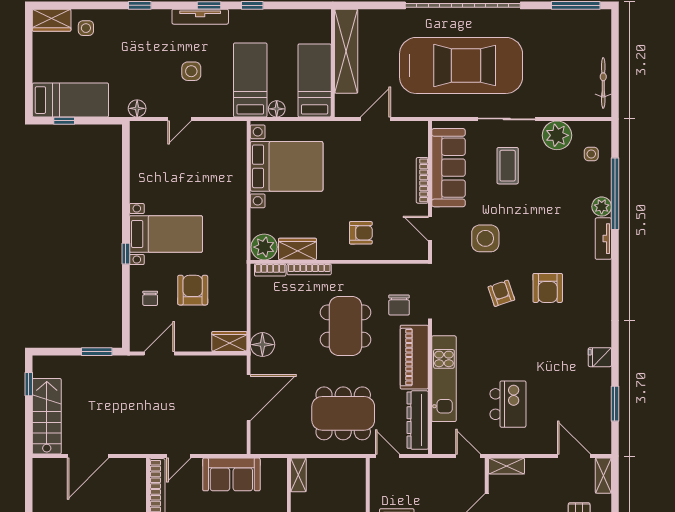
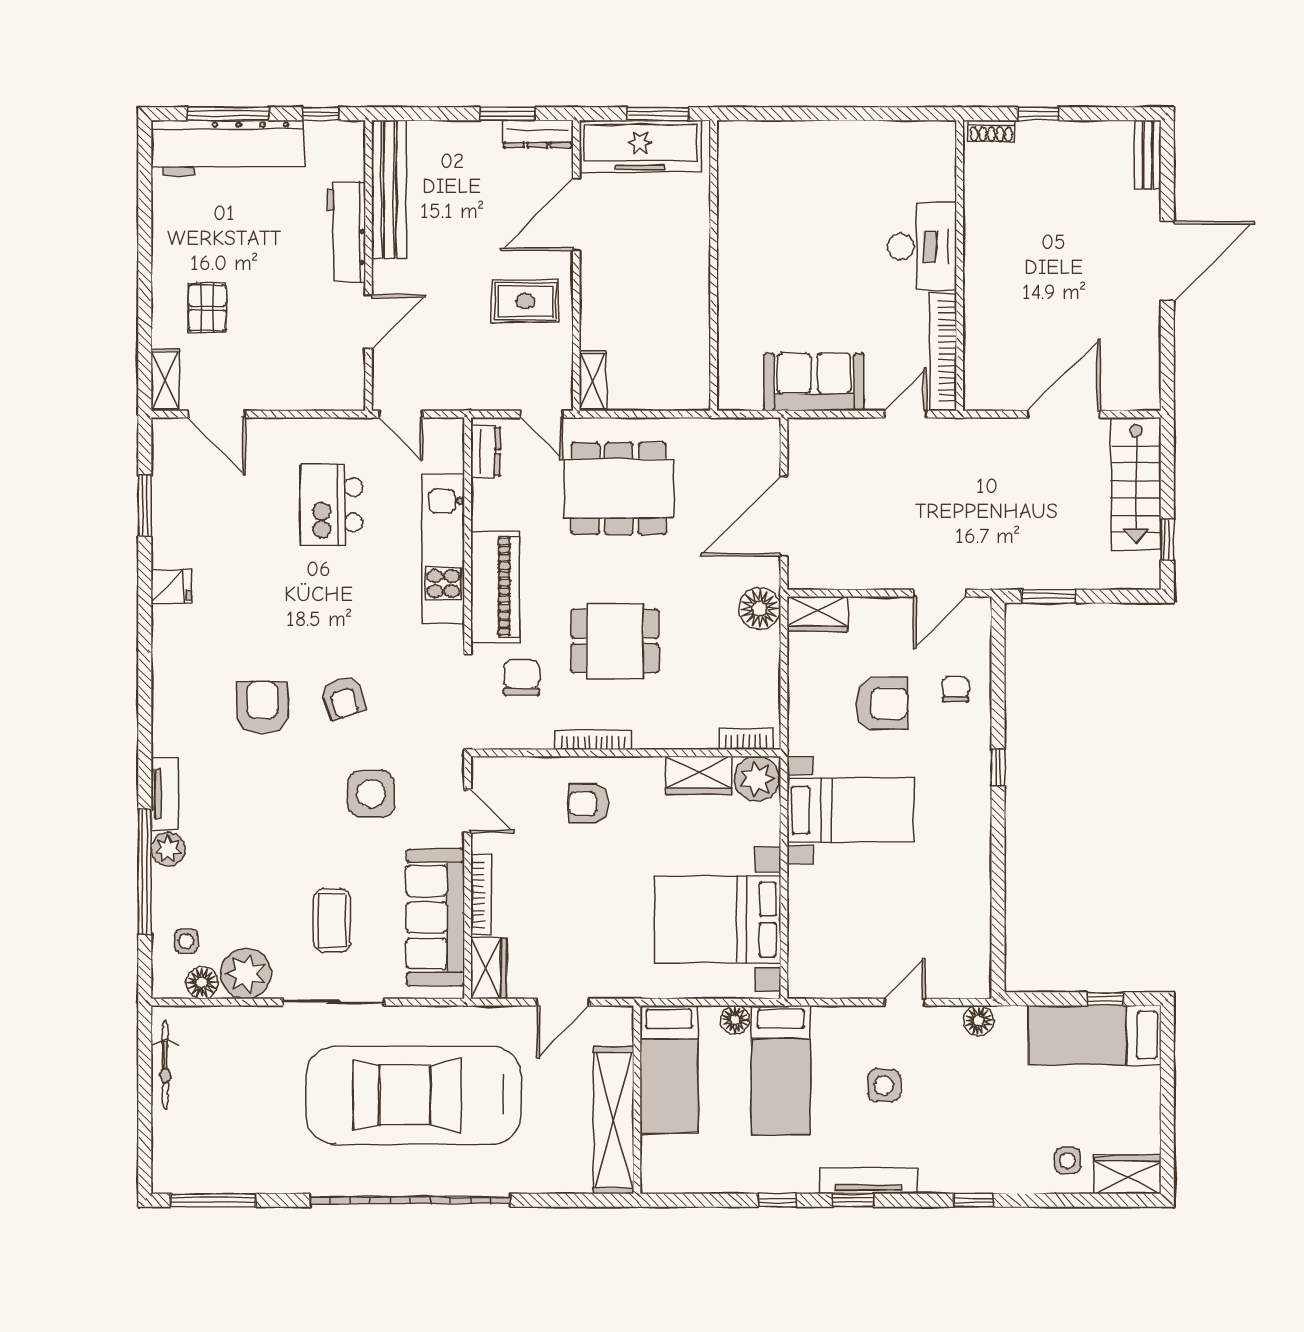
floor lamp: (582, 130) -> (202, 983), added
wardrobe: (418, 138) -> (489, 968), added
bed with nightstands: (166, 234) -> (851, 810), moved, turned 180
bookcase: (309, 269) -> (593, 740), moved
armchair: (193, 290) -> (881, 704), turned -90
dining table: (345, 326) -> (615, 641), width x0.73
dresser: (418, 420) -> (485, 452), width x0.51, depth x0.80
shelving: (507, 466) -> (334, 397), removed
shelving: (298, 475) -> (593, 381), moved

